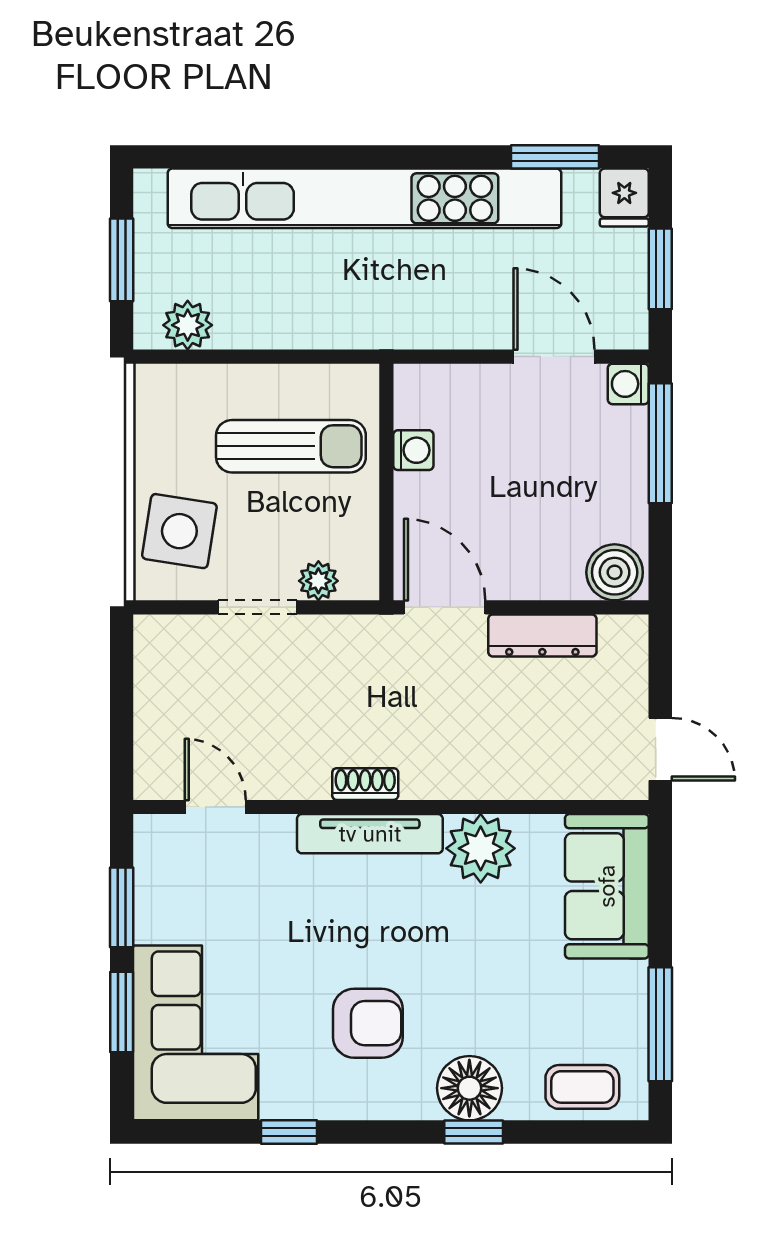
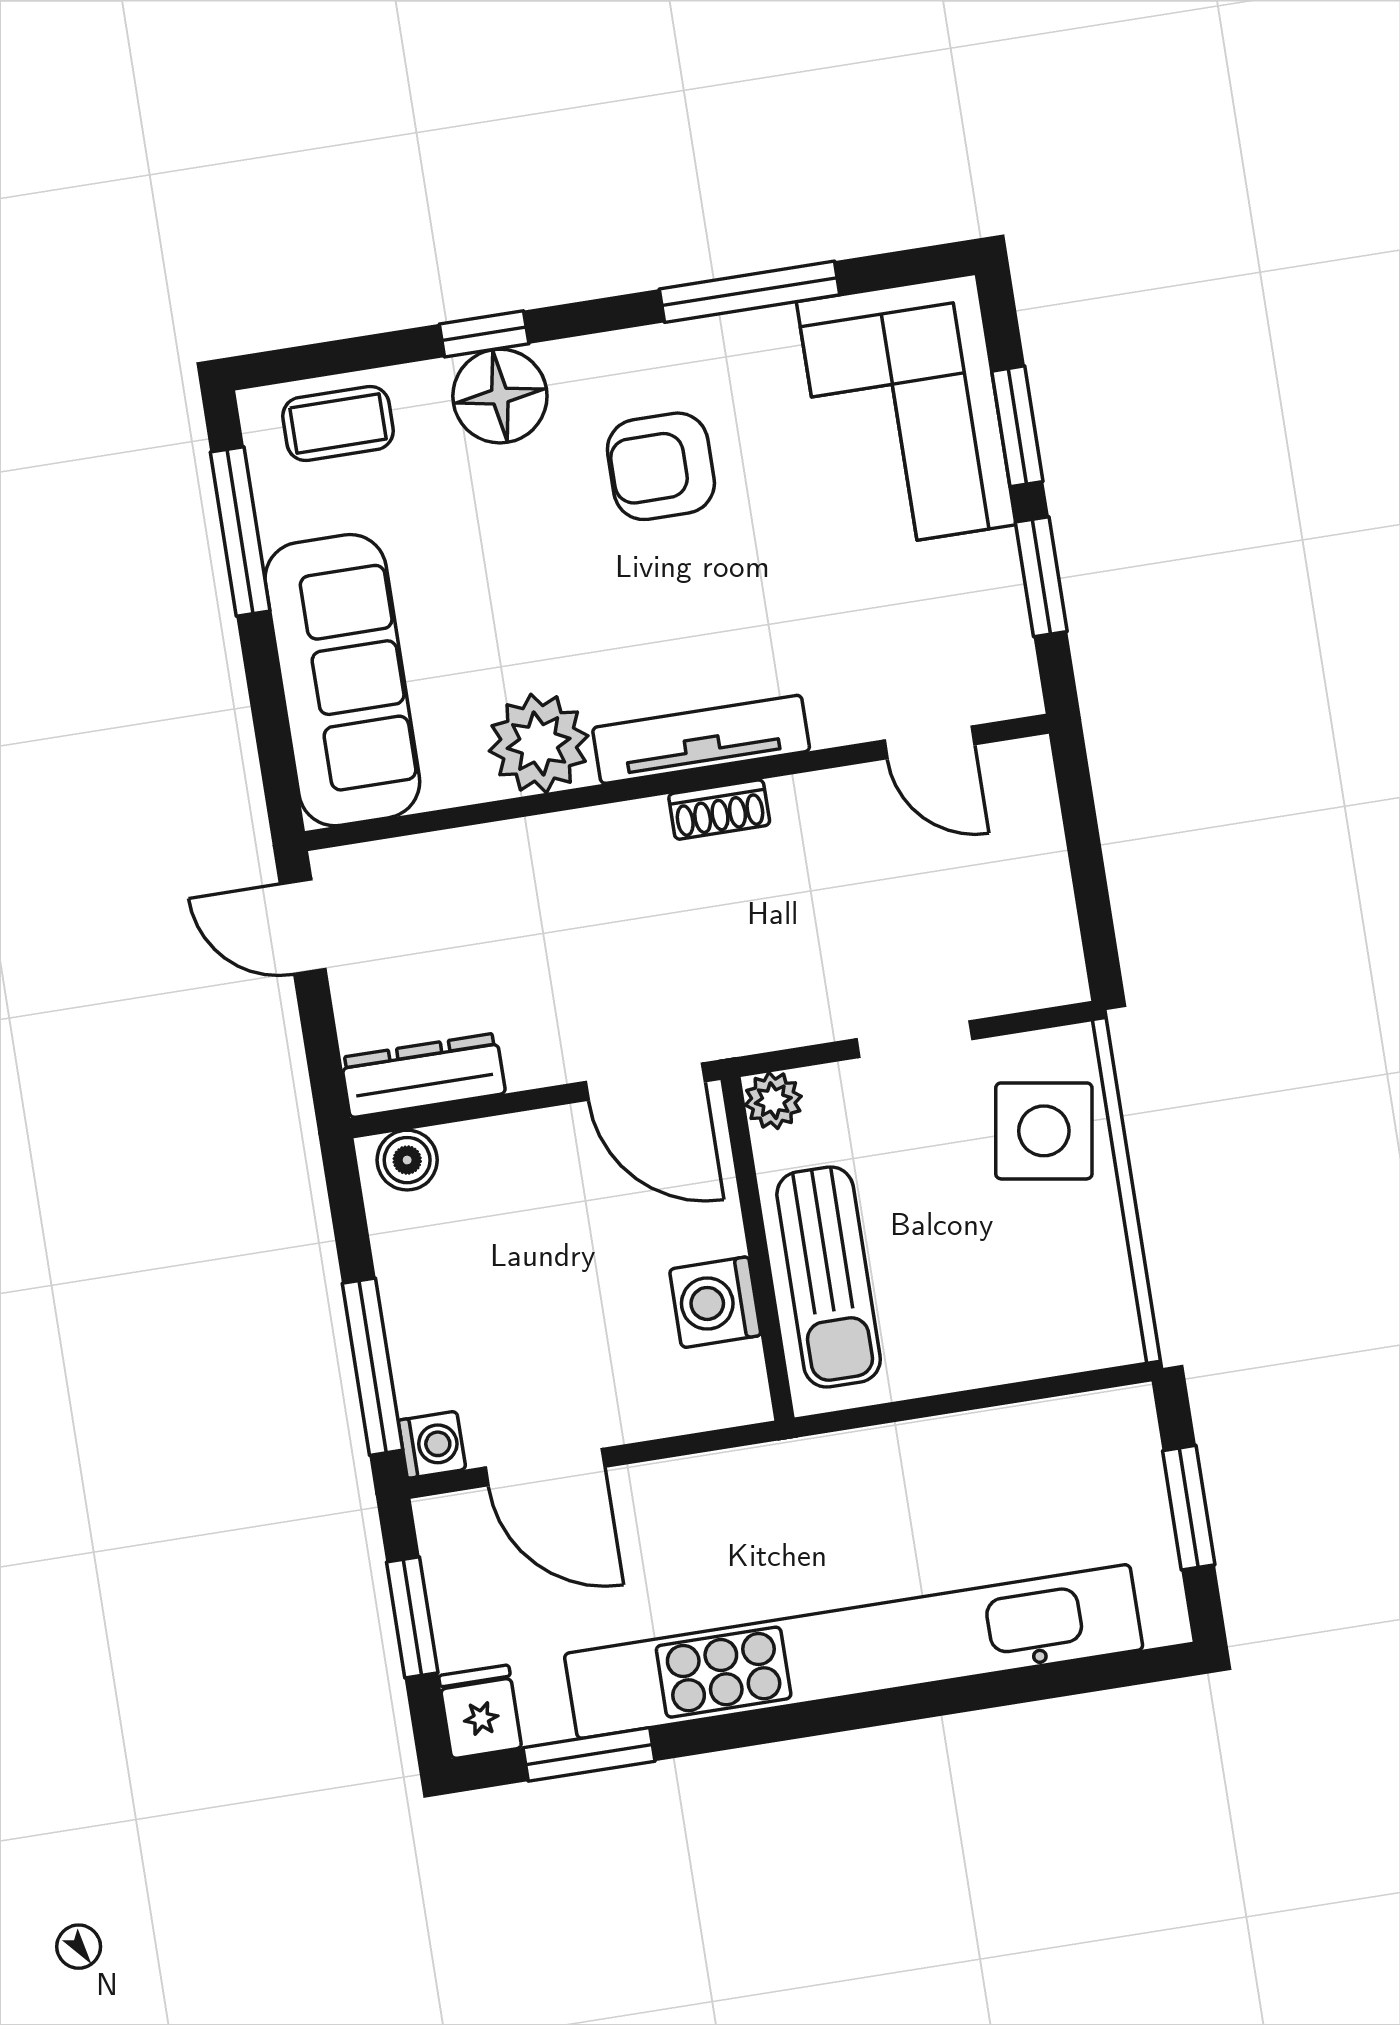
plant: (188, 325) -> (1079, 1429), removed
sun lounger: (291, 446) -> (829, 1277), moved, turned -90
washing machine: (413, 450) -> (715, 1302), width x1.38, depth x1.38
boiler: (615, 572) -> (407, 1160), width x0.73, depth x0.73
plant: (318, 581) -> (773, 1101), moved
dresser: (542, 635) -> (423, 1075), moved
sofa: (607, 886) -> (342, 680), width x1.36
window: (289, 1132) -> (750, 292), width x2.17

